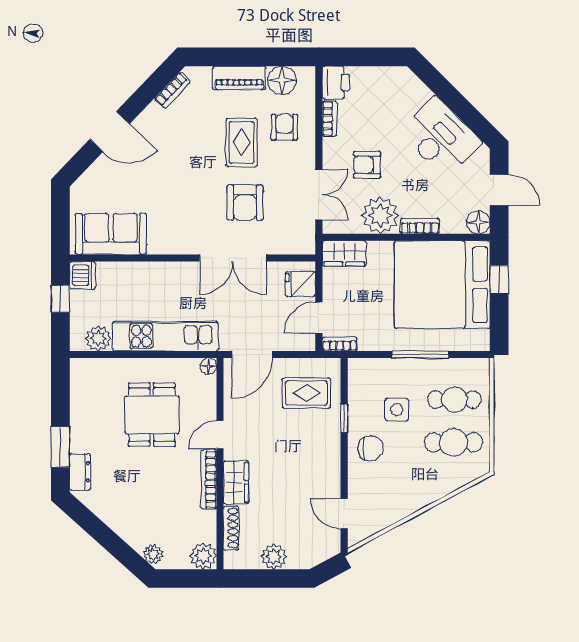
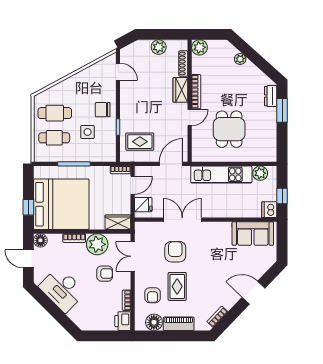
floor lamp: (208, 366) -> (196, 157), removed
plant: (153, 554) -> (240, 59), moved

